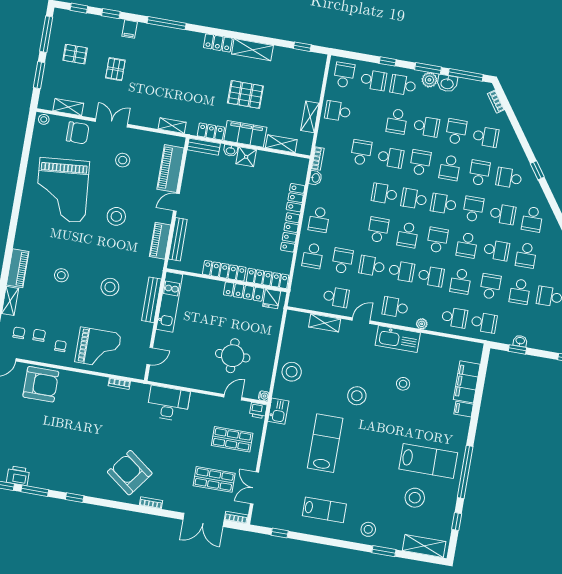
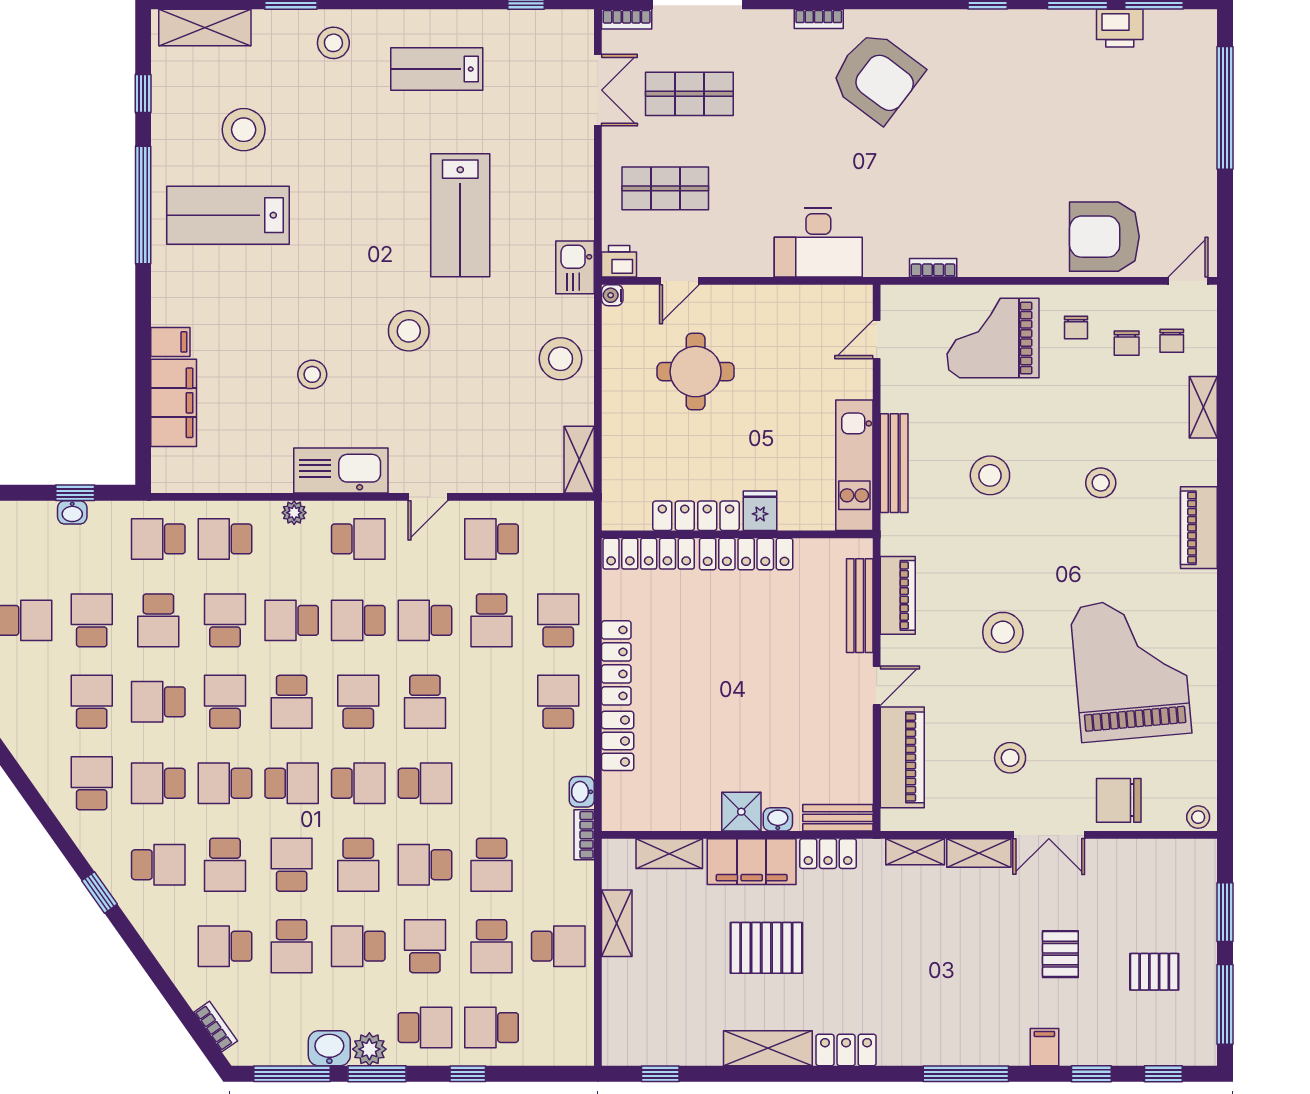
school desk: (344, 75) -> (492, 946), moved
shelving: (68, 107) -> (979, 853), moved
school desk: (473, 209) -> (225, 783), turned 90
school desk: (372, 266) -> (425, 620), turned 180
piano: (18, 268) -> (1199, 528), moved
fridge: (272, 299) -> (760, 511), moved
shelving: (325, 323) -> (579, 460), moved, turned 90

